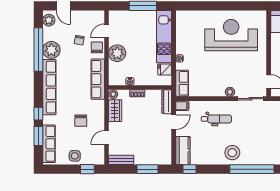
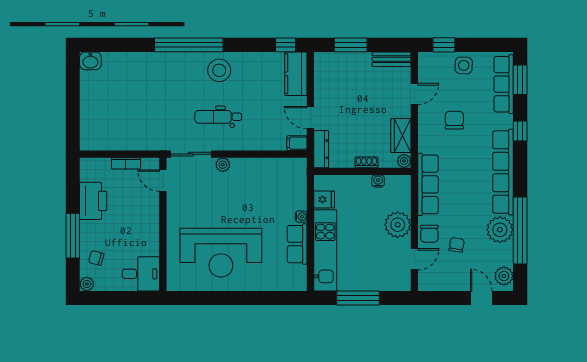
row of seats: (182, 83) -> (297, 244), moved
dental chair: (216, 119) -> (218, 117), moved
door: (174, 122) -> (310, 118), hinge flipped
window: (38, 136) -> (520, 80), moved

